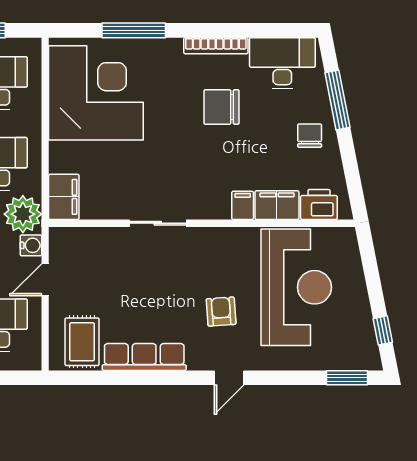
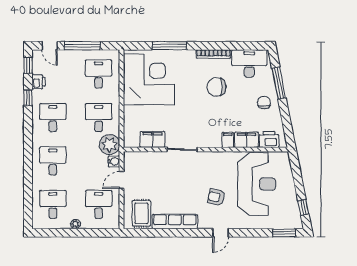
filing cabinet: (64, 197) -> (152, 139), moved, turned -90
armchair: (221, 312) -> (216, 197), turned -75

